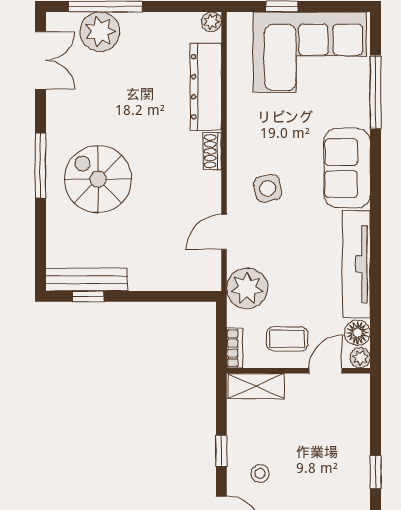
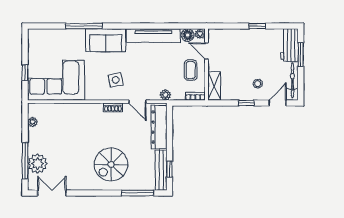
plant: (211, 22) -> (33, 122), moved
corner sofa: (310, 52) -> (56, 80), moved, turned -90
dresser: (206, 87) -> (159, 127), moved, turned 90
window: (376, 92) -> (84, 26), moved
shoe rack: (212, 151) -> (113, 107), moved
window: (41, 166) -> (137, 193), moved
plant: (247, 288) -> (165, 95), width x0.53, depth x0.53

